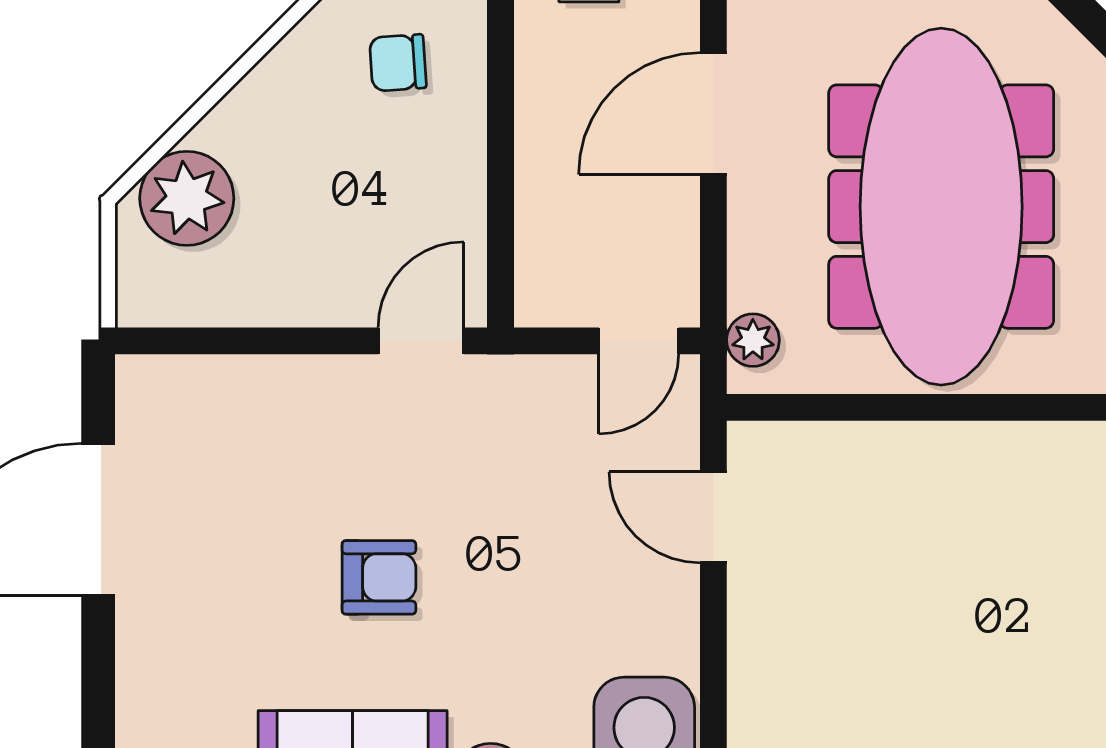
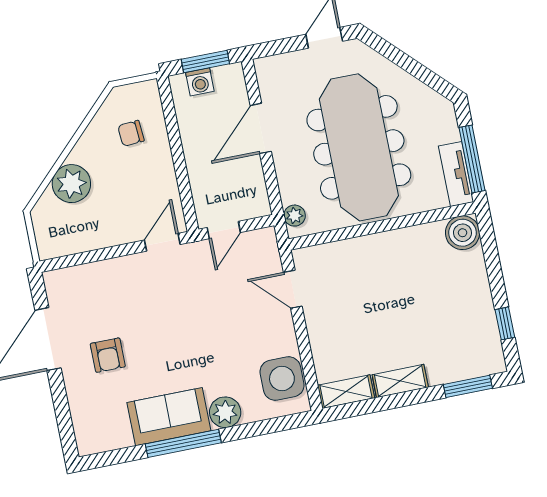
plant: (187, 198) -> (71, 184), moved
door: (639, 341) -> (224, 230), moved
armchair: (379, 577) -> (108, 355), moved, turned 90

